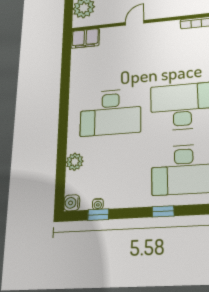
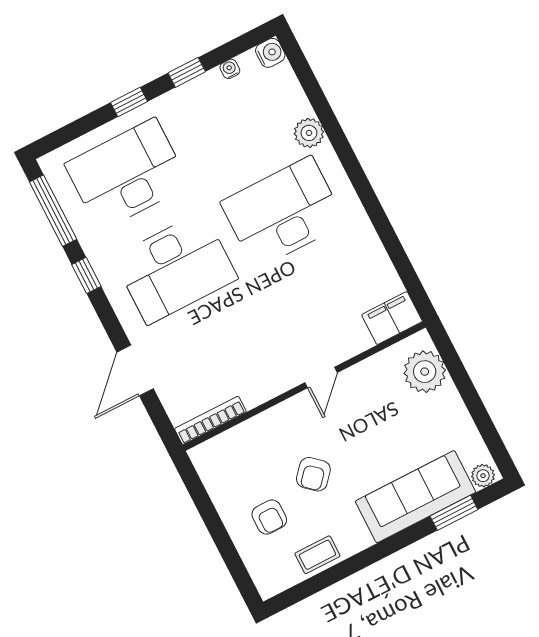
plant: (75, 162) -> (309, 133), moved
window: (98, 215) -> (187, 72), moved

